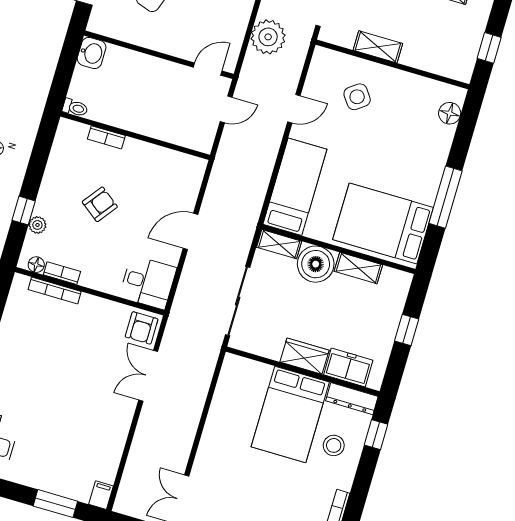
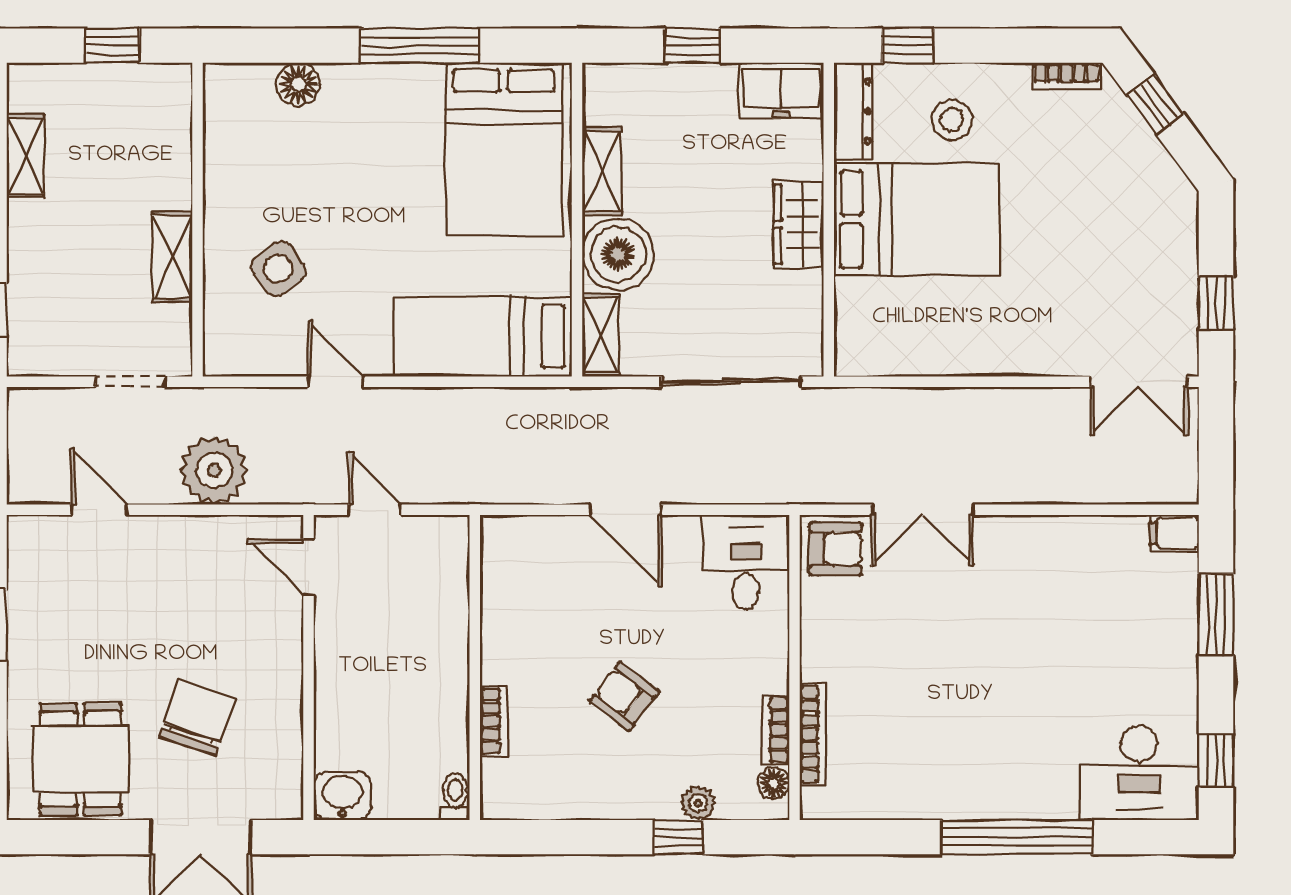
floor lamp: (450, 113) -> (298, 84), moved
freezer: (348, 368) -> (781, 90), moved, turned -90

